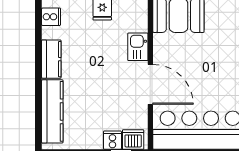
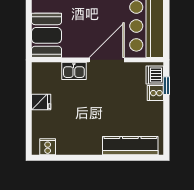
kitchen counter: (51, 59) -> (85, 146), removed

